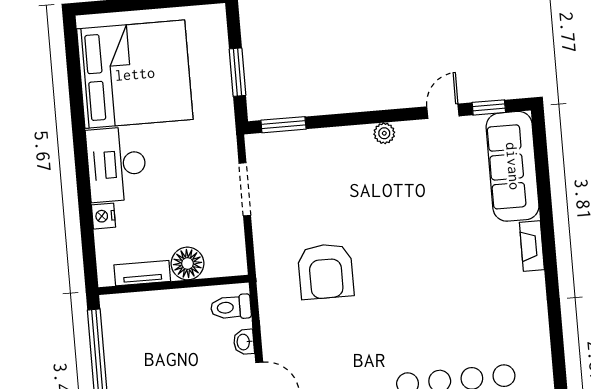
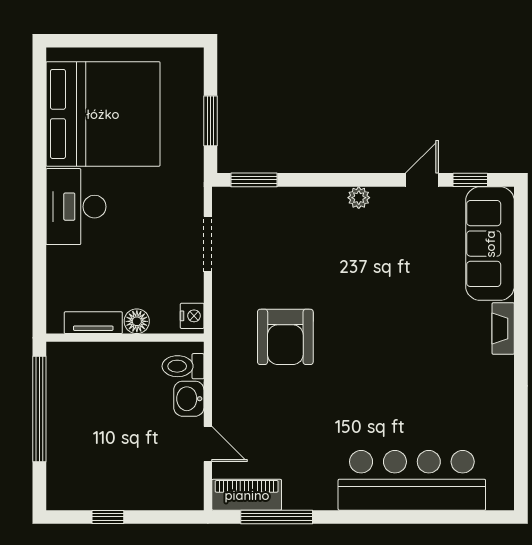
nightstand: (103, 216) -> (192, 316), moved, turned 180
floor lamp: (188, 263) -> (137, 321), width x0.73, depth x0.73
washbasin: (244, 342) -> (189, 399), width x1.38, depth x1.45

